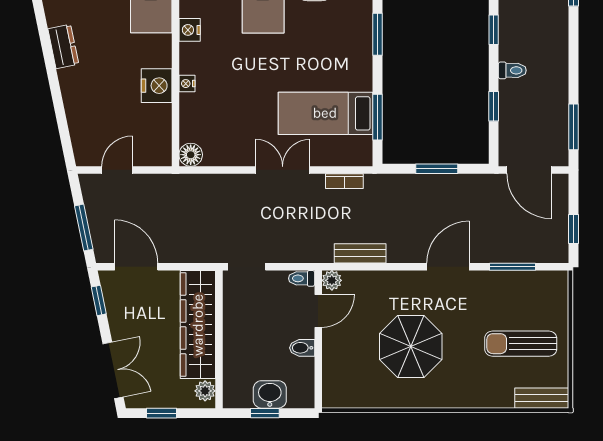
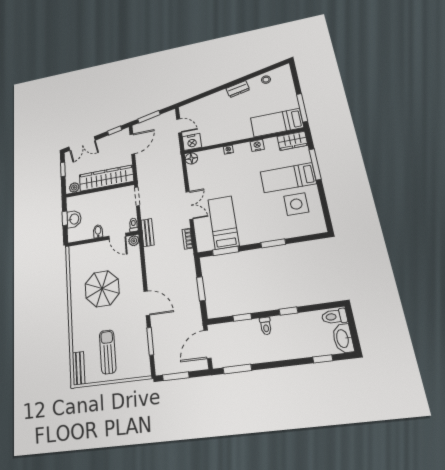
nightstand: (157, 86) -> (192, 142), moved
window: (573, 229) -> (176, 376), width x1.50
bench: (360, 253) -> (147, 233), moved

